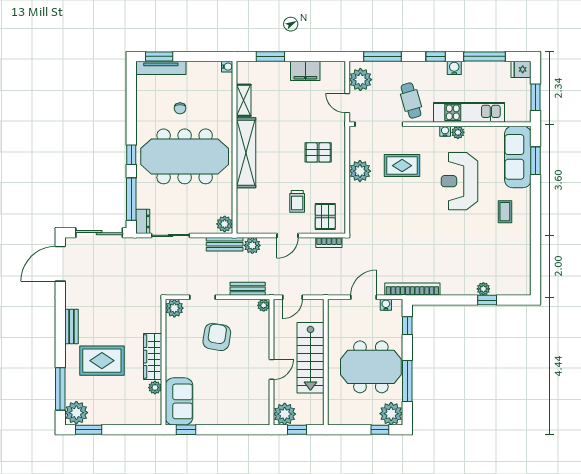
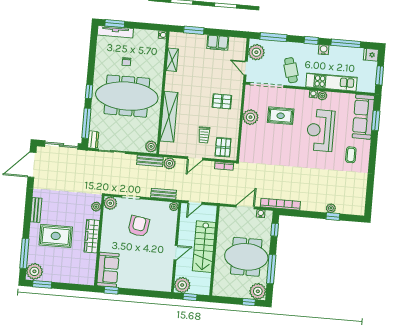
shelving: (246, 153) -> (169, 117), moved
plant: (155, 388) -> (96, 207), moved

